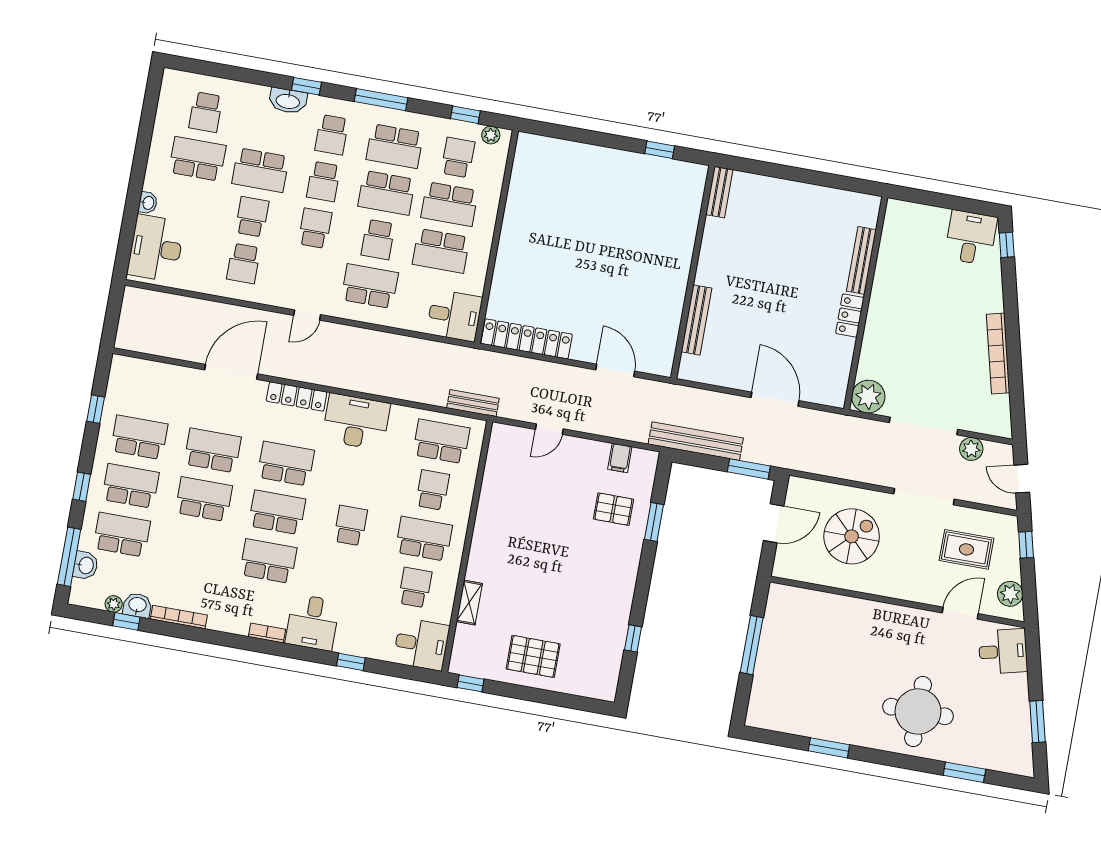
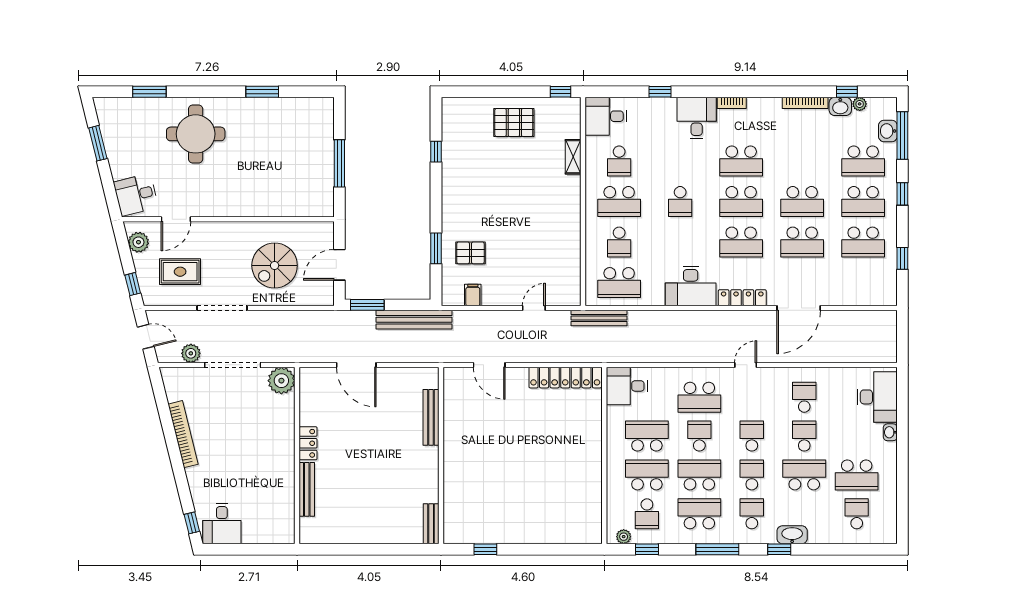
school desk: (252, 217) -> (804, 436), turned 180
school desk: (315, 228) -> (752, 436), turned 180
bench: (473, 403) -> (599, 318), width x1.36

